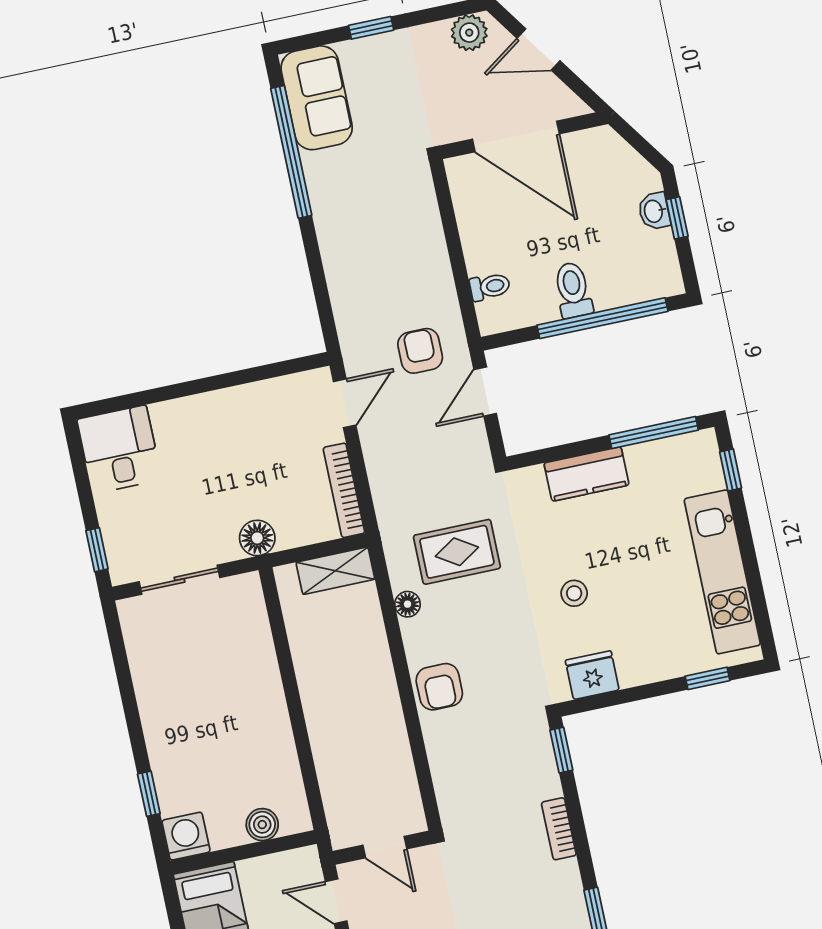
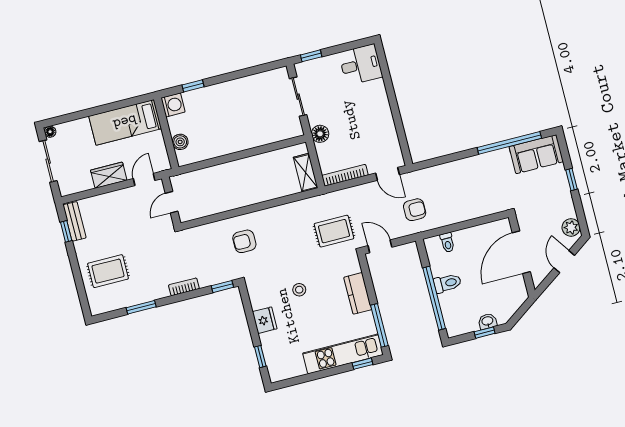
door: (485, 392) -> (380, 246), moved
rug: (457, 552) -> (334, 231), moved, turned 90
kitchen unit: (722, 572) -> (343, 354), moved
floor lamp: (408, 604) -> (291, 209), removed
fridge: (592, 675) -> (265, 320), moved
armchair: (439, 687) -> (244, 241), moved

